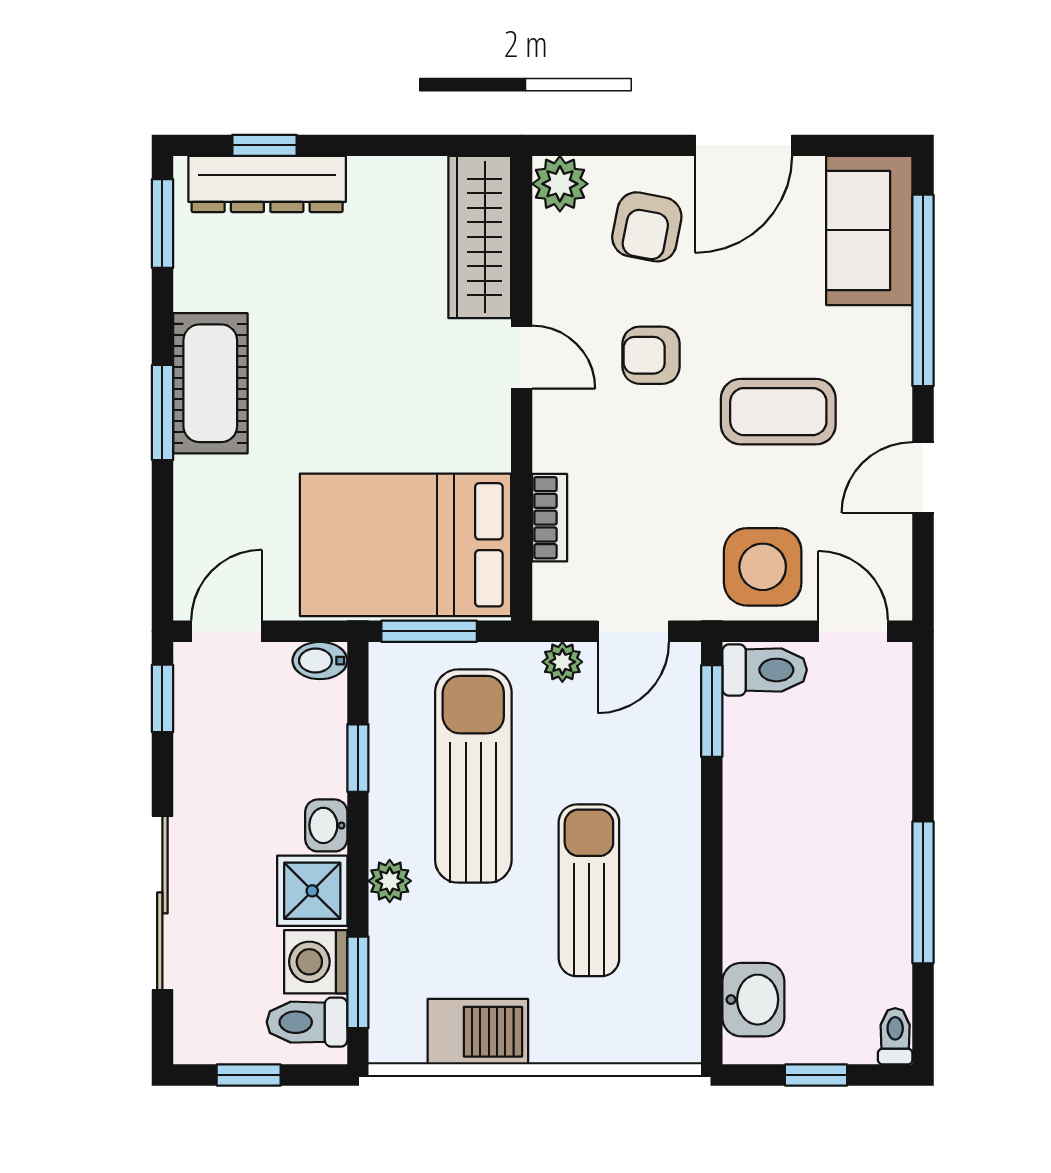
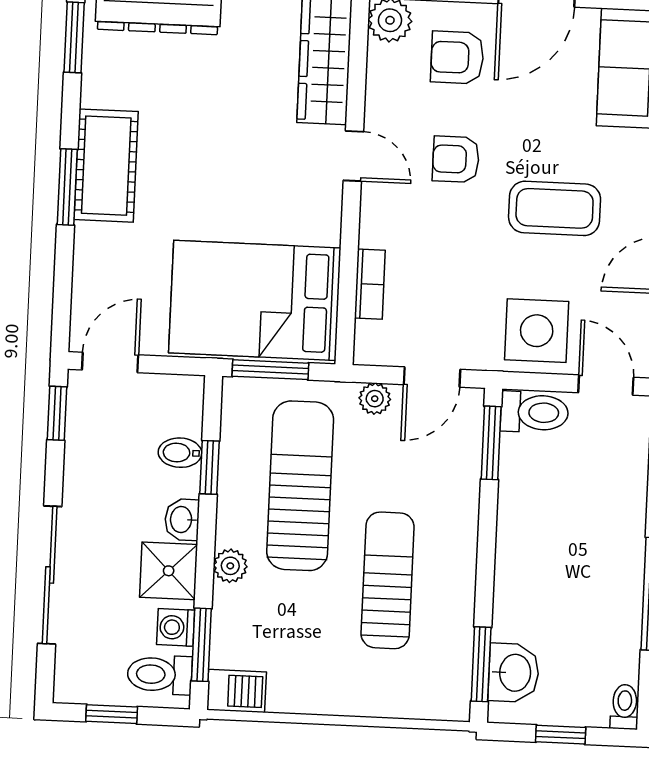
armchair: (647, 227) -> (457, 58), turned 79
bidet: (320, 661) -> (180, 453), moved
washing machine: (316, 962) -> (176, 627), width x0.73, depth x0.73
window: (712, 991) -> (481, 664), added
barbecue: (478, 1032) -> (237, 691), moved, width x0.73, depth x0.79

